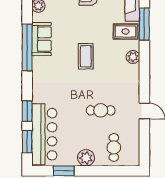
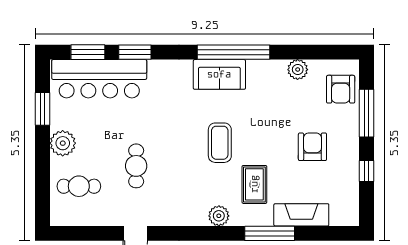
rug: (126, 31) -> (254, 184), moved
sofa: (42, 39) -> (219, 74), moved
coffee table: (86, 56) -> (220, 143), turned 90

